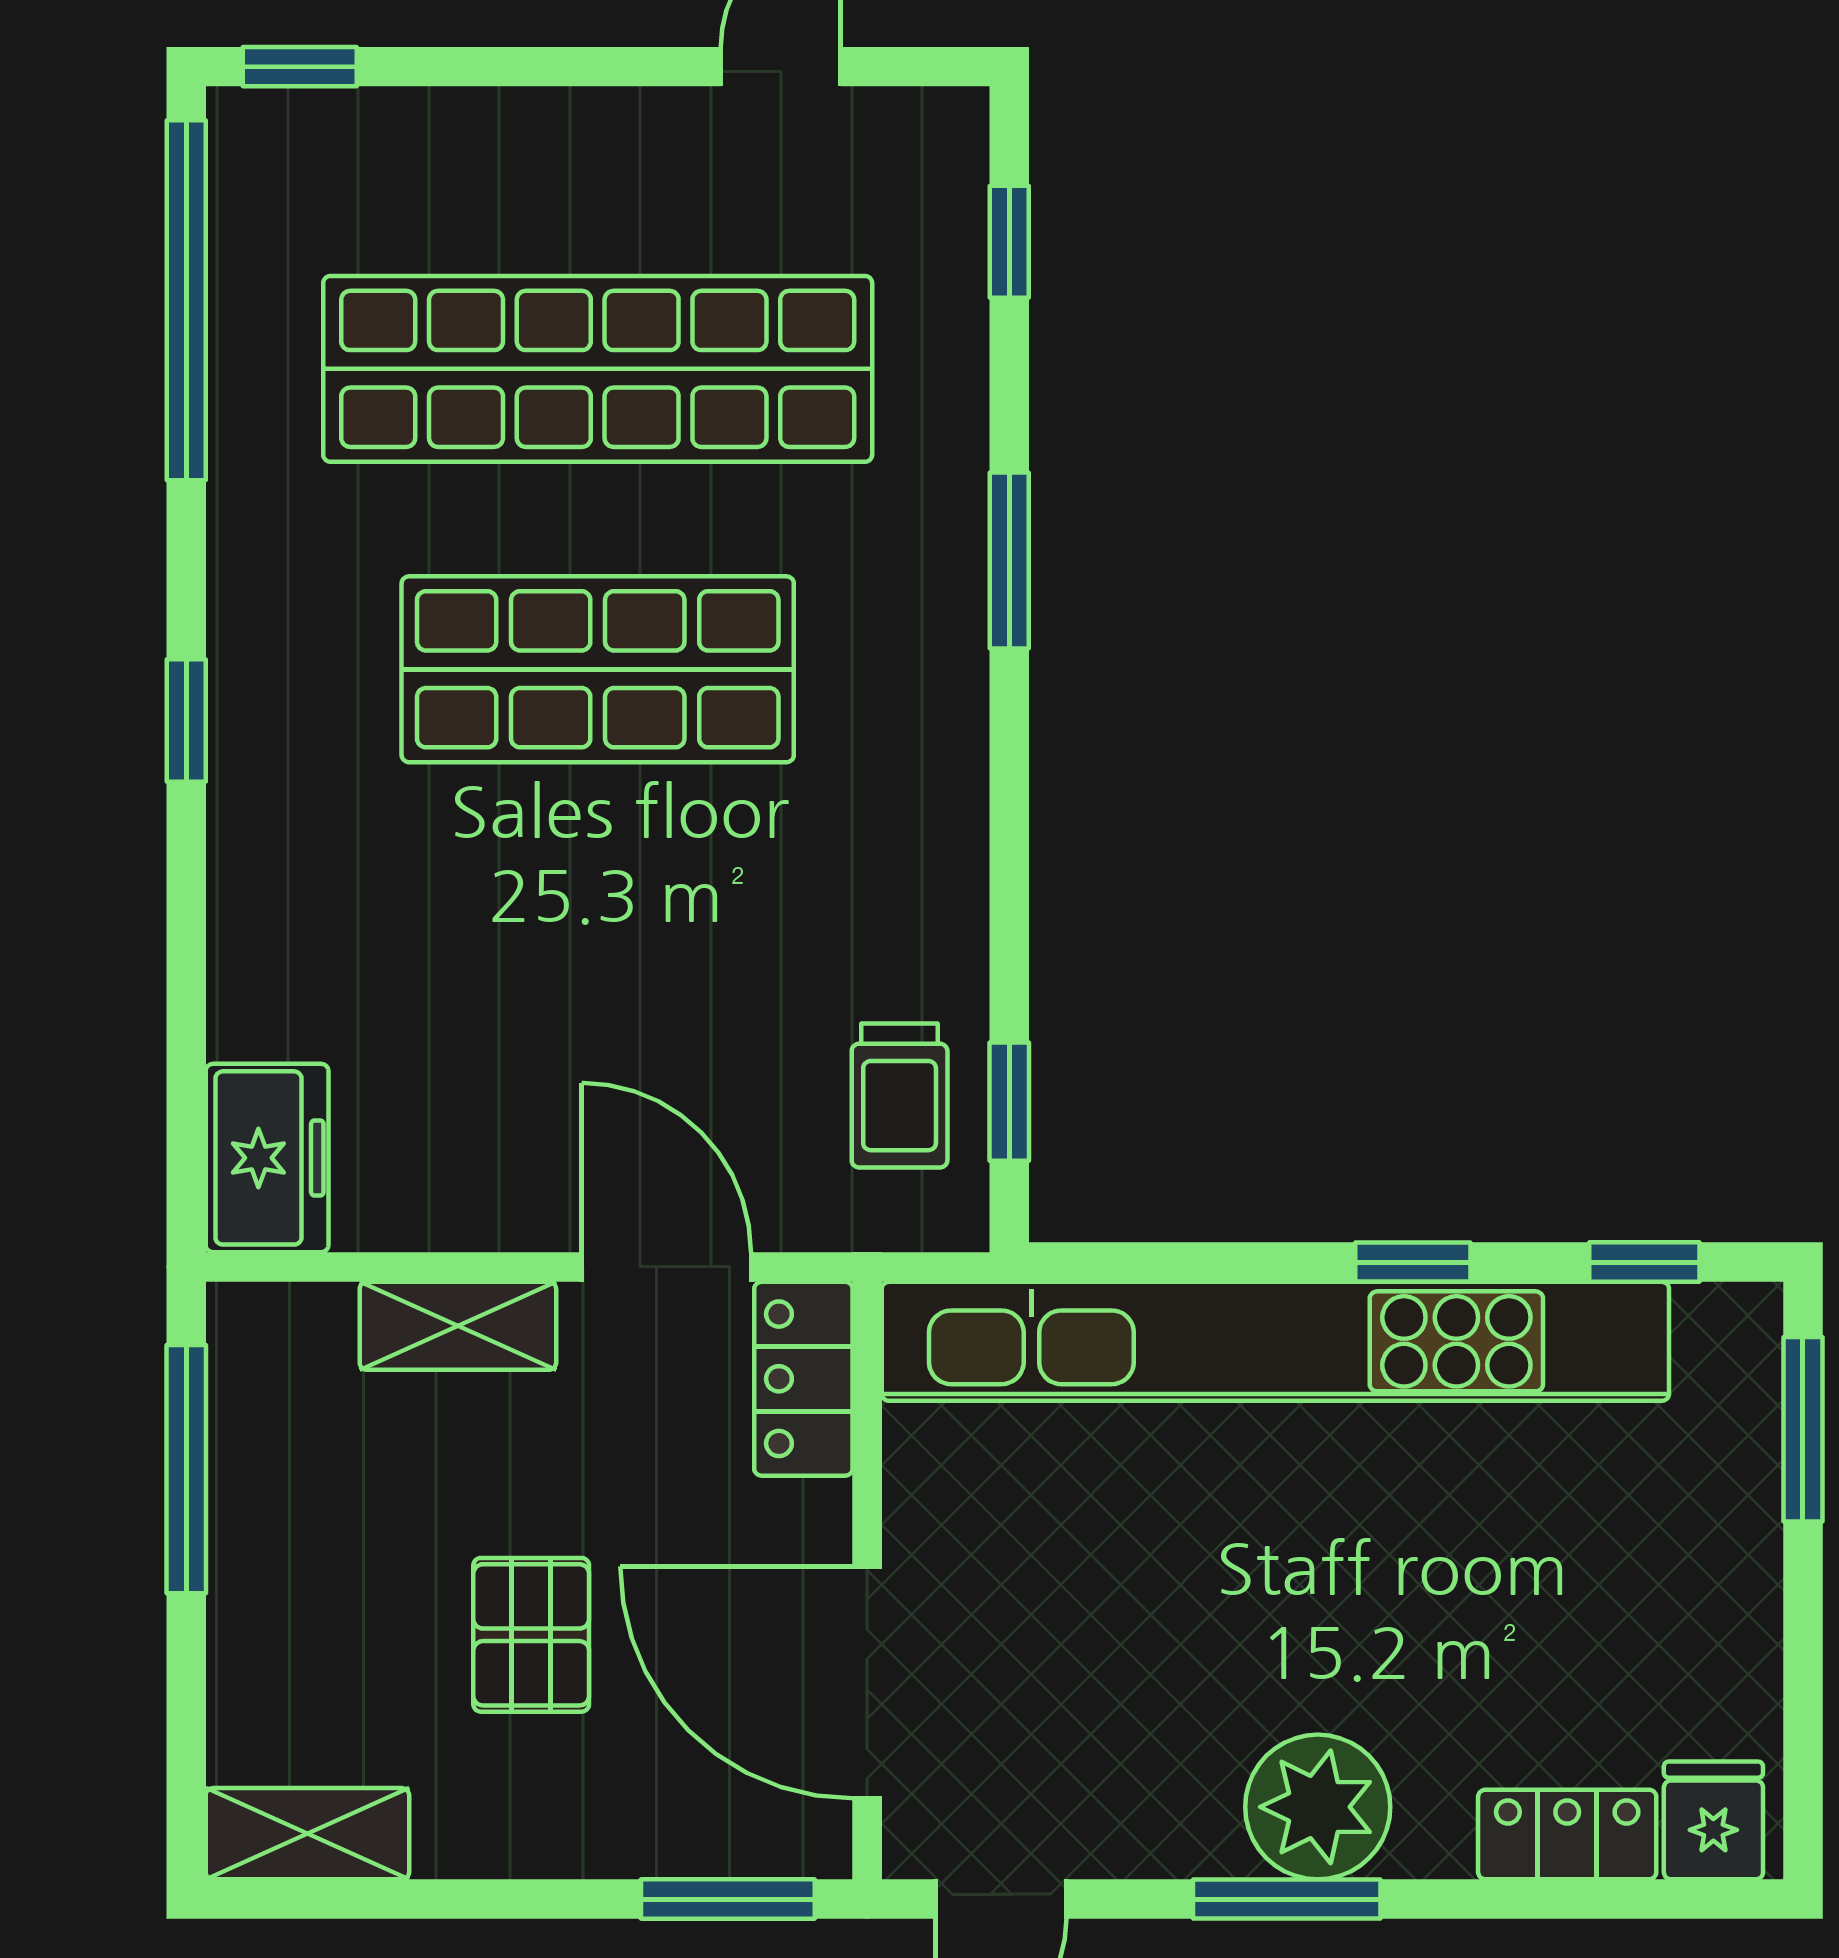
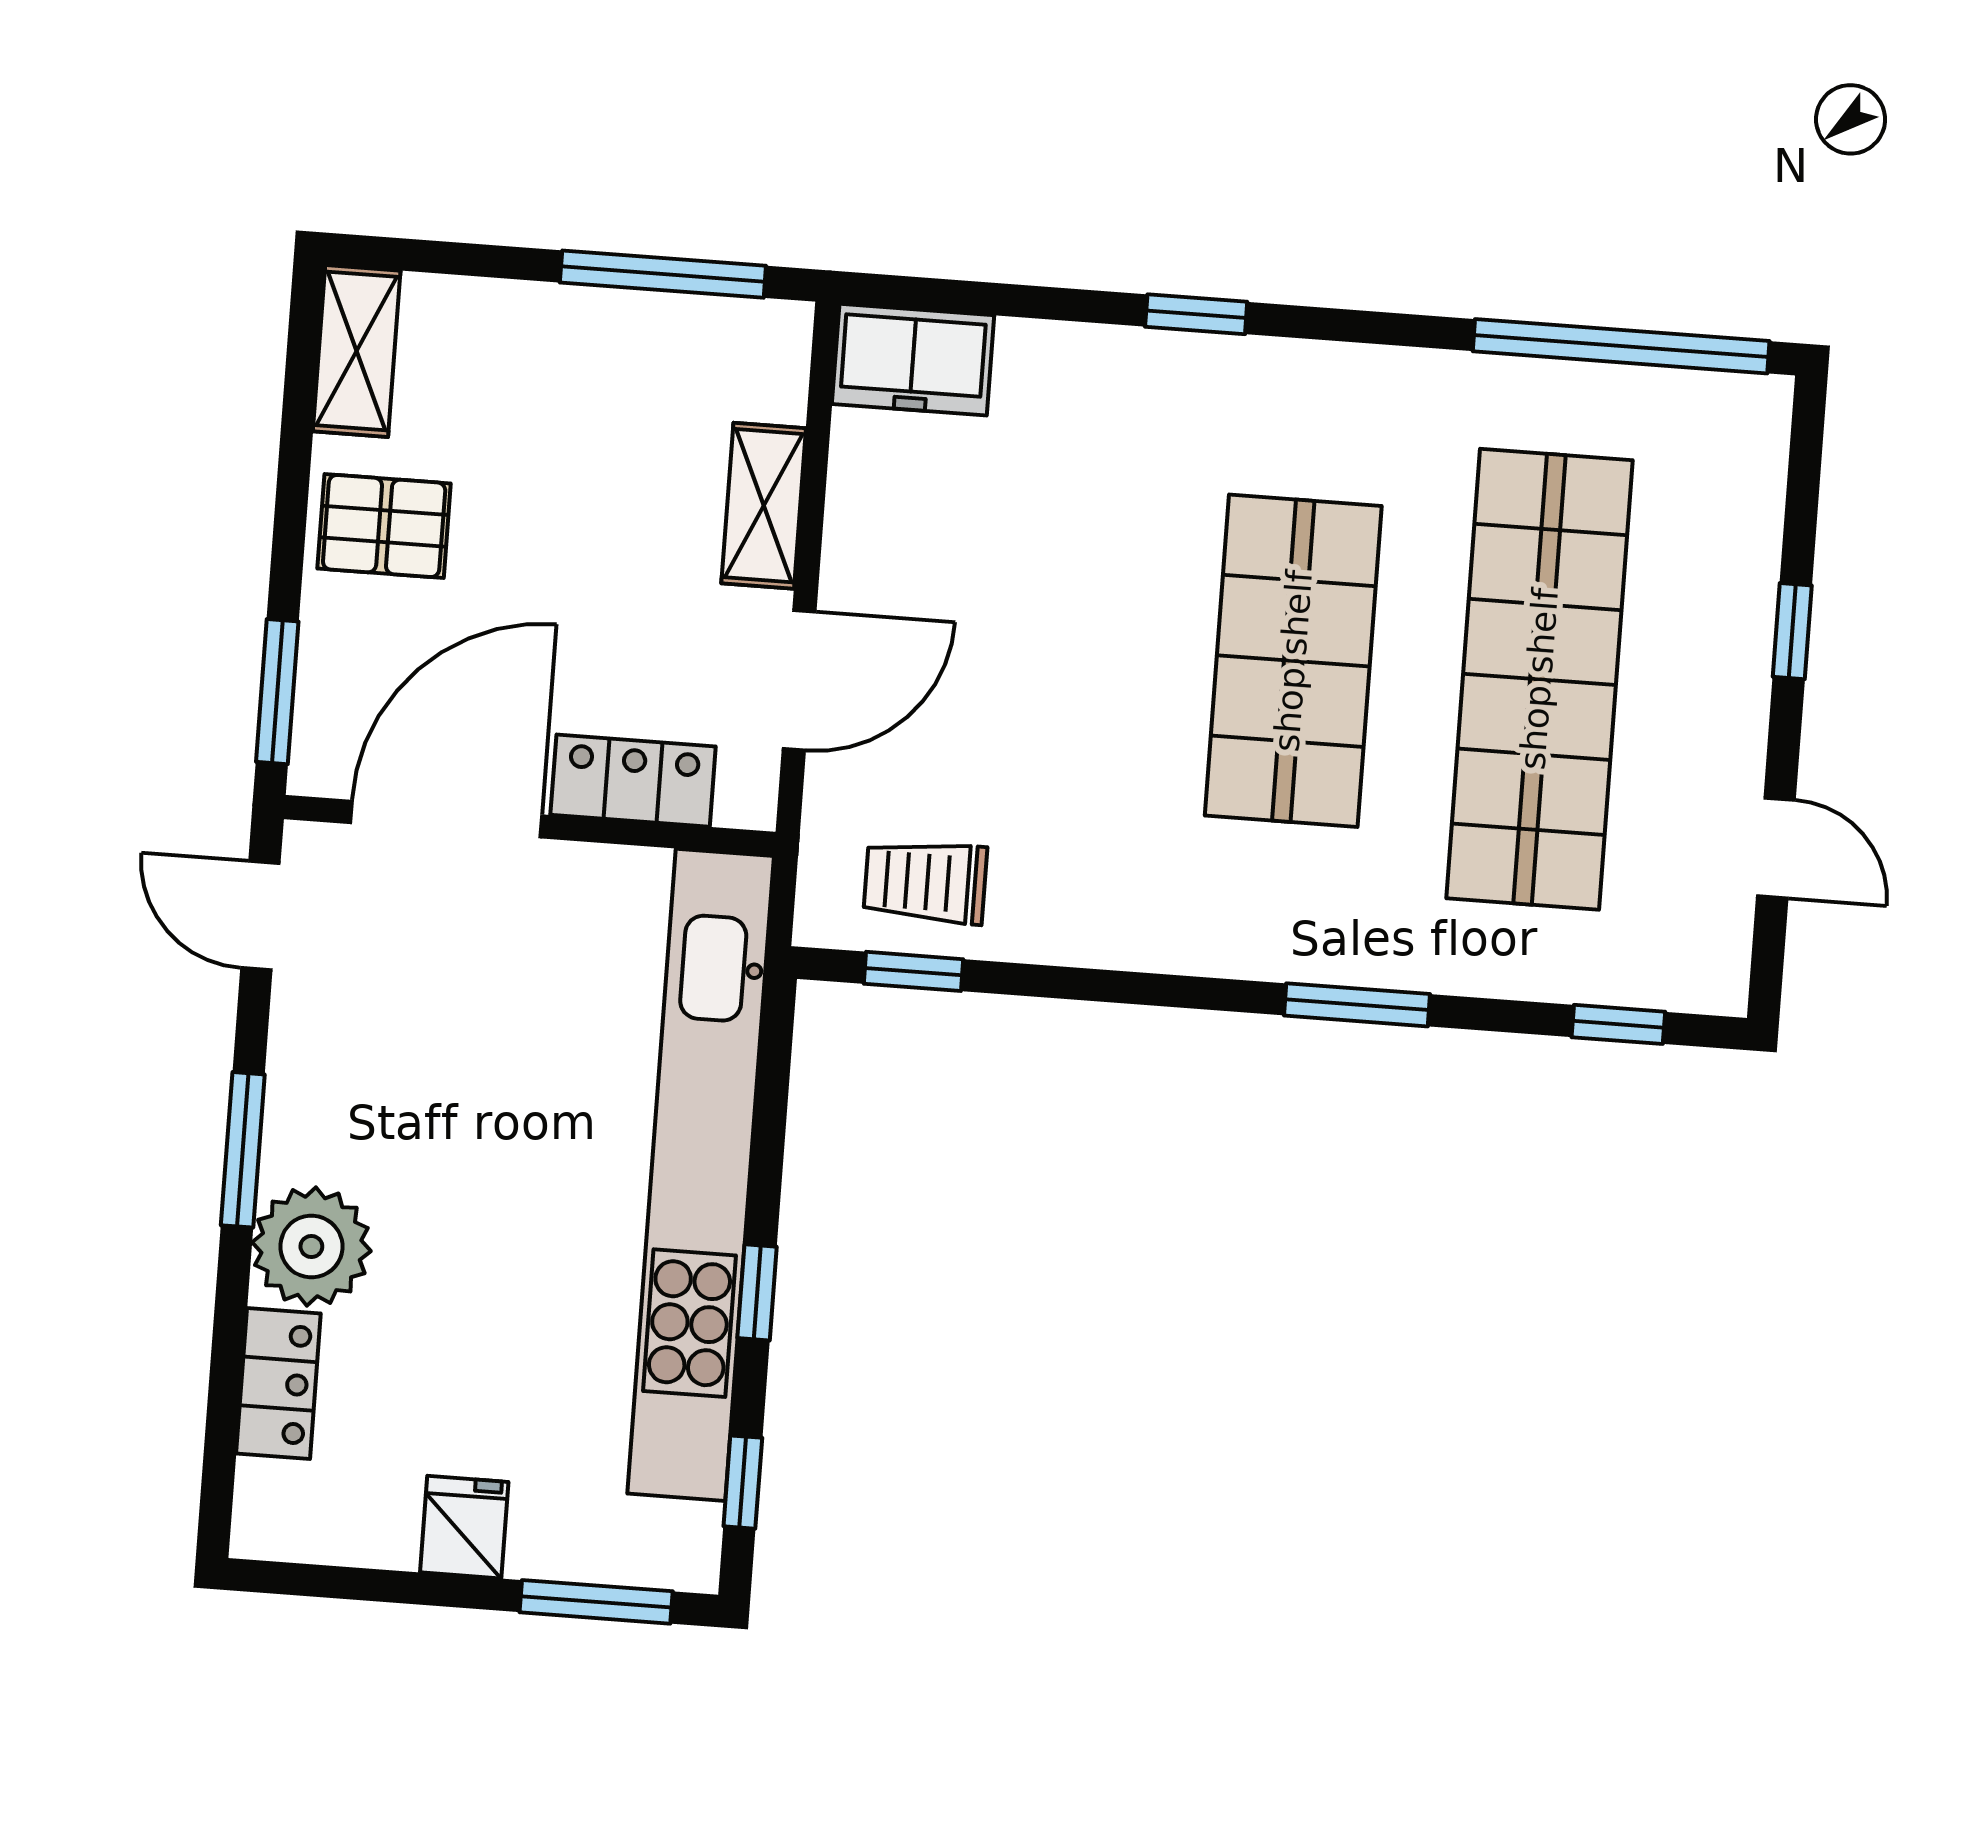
window: (300, 67) -> (1792, 631), moved
window: (186, 721) -> (1196, 314), moved
locker: (803, 1379) -> (633, 781), moved
pallet: (531, 1635) -> (384, 526), moved
plant: (1318, 1807) -> (311, 1247), moved
fridge: (1713, 1820) -> (464, 1527), moved, turned -90

